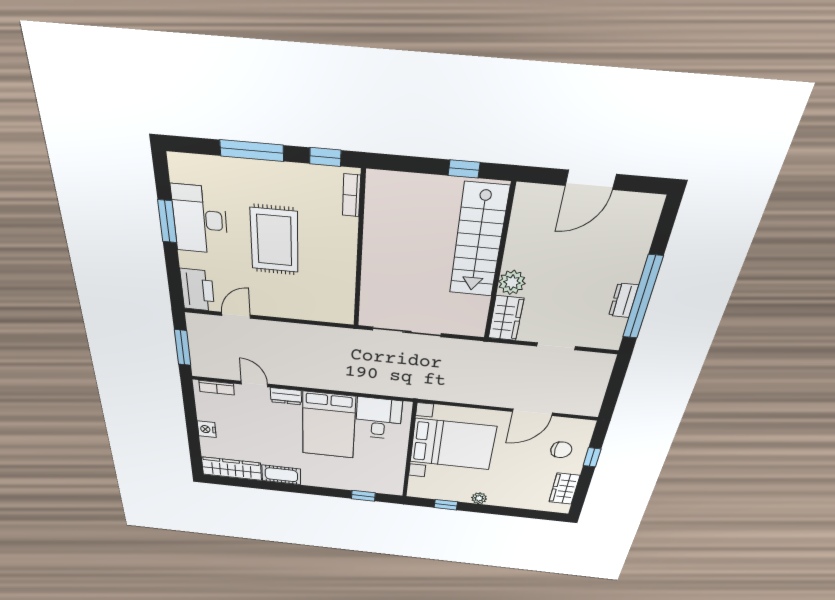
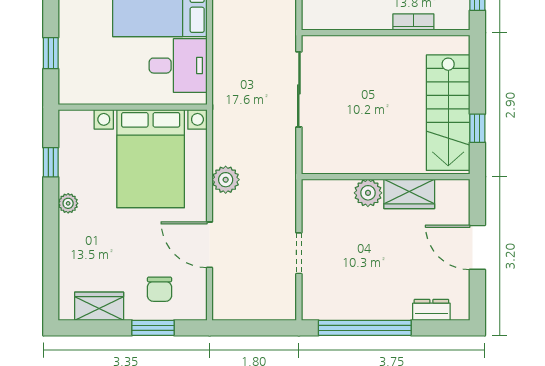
bookcase: (351, 195) -> (413, 22), moved
stairs: (479, 241) -> (448, 113), moved, turned -90
dresser: (624, 300) -> (431, 310), moved
wardrobe: (506, 318) -> (409, 194), moved
plant: (479, 395) -> (226, 180), added
window: (592, 457) -> (153, 328), width x1.50

